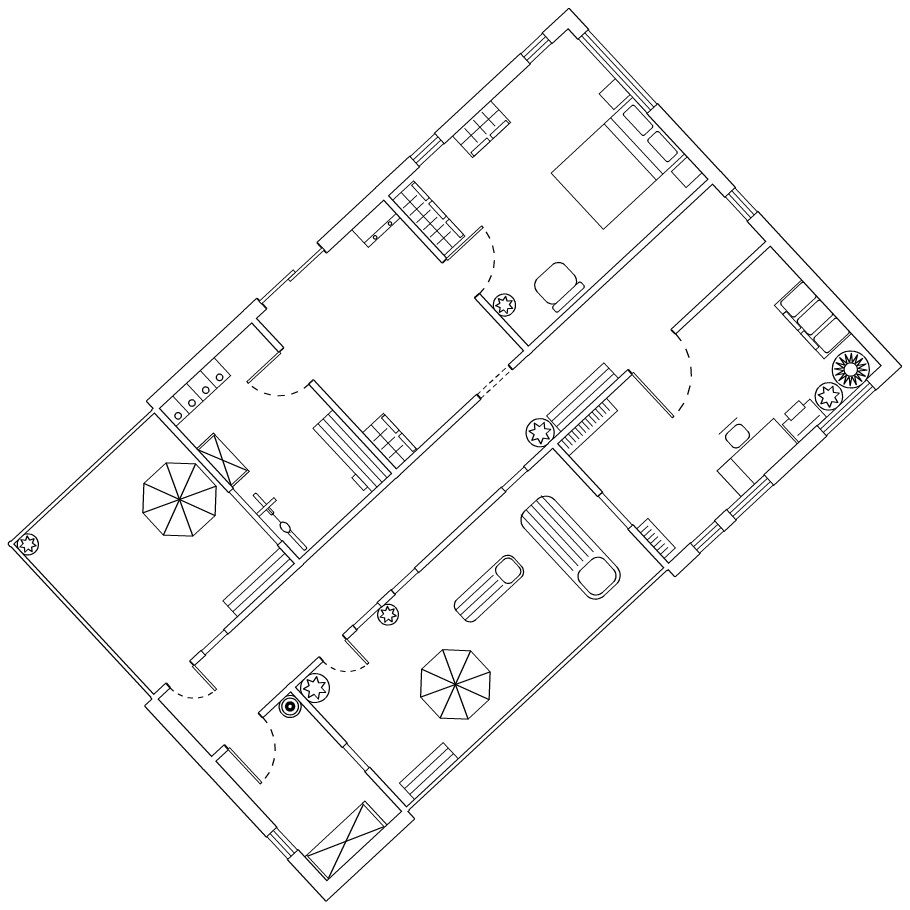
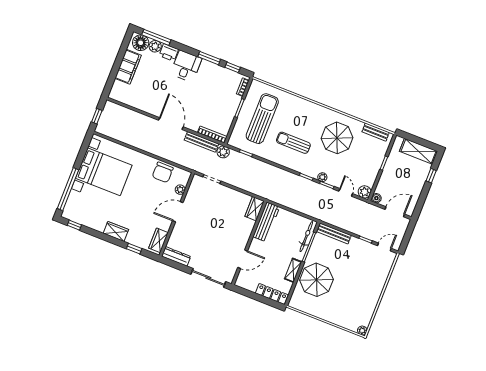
wardrobe: (429, 218) -> (159, 240), width x0.67
dresser: (376, 223) -> (176, 256), width x1.44
door: (652, 352) -> (171, 124), hinge flipped
door: (296, 366) -> (243, 259), hinge flipped
desk: (749, 448) -> (186, 66), width x0.73
door: (180, 674) -> (384, 247), hinge flipped

